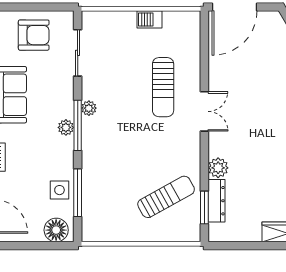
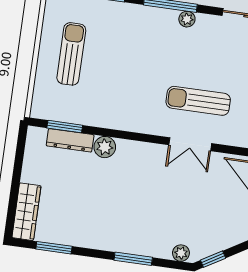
double door: (204, 111) -> (190, 144), moved
sun lounger: (166, 197) -> (71, 54), moved, turned -151

